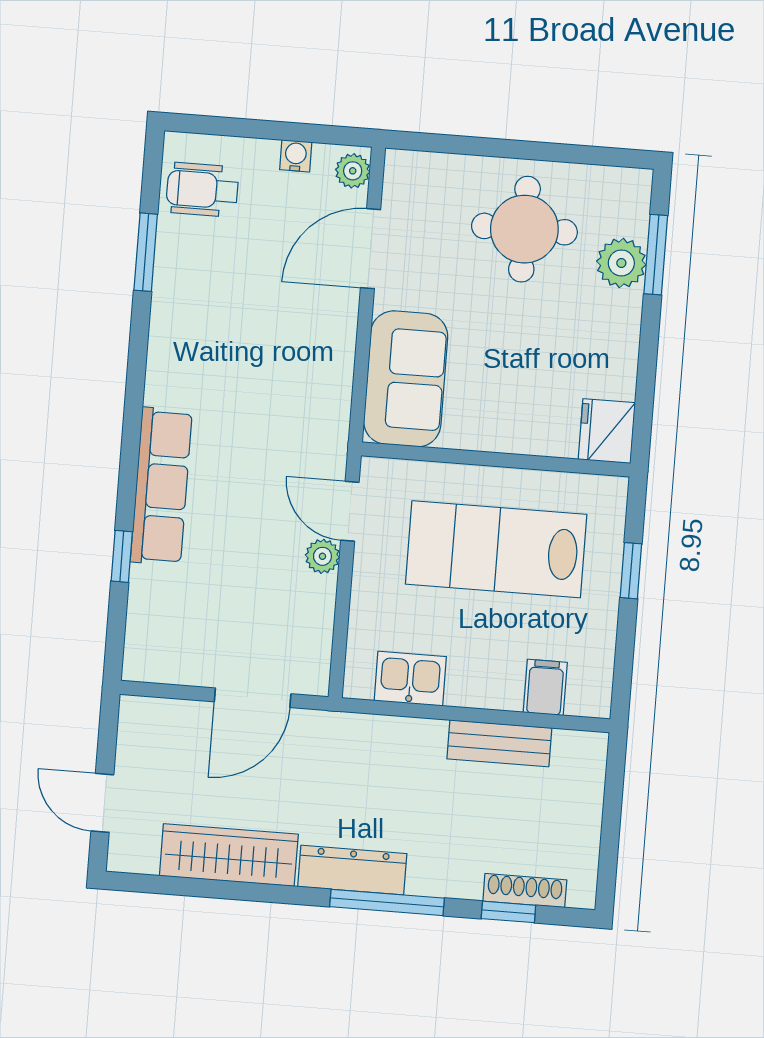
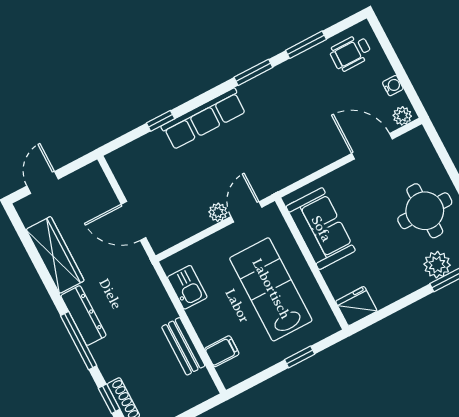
wheelchair: (202, 190) -> (351, 53), turned -90
window: (137, 362) -> (253, 72), added
sofa: (406, 379) -> (321, 229), moved, turned -90

